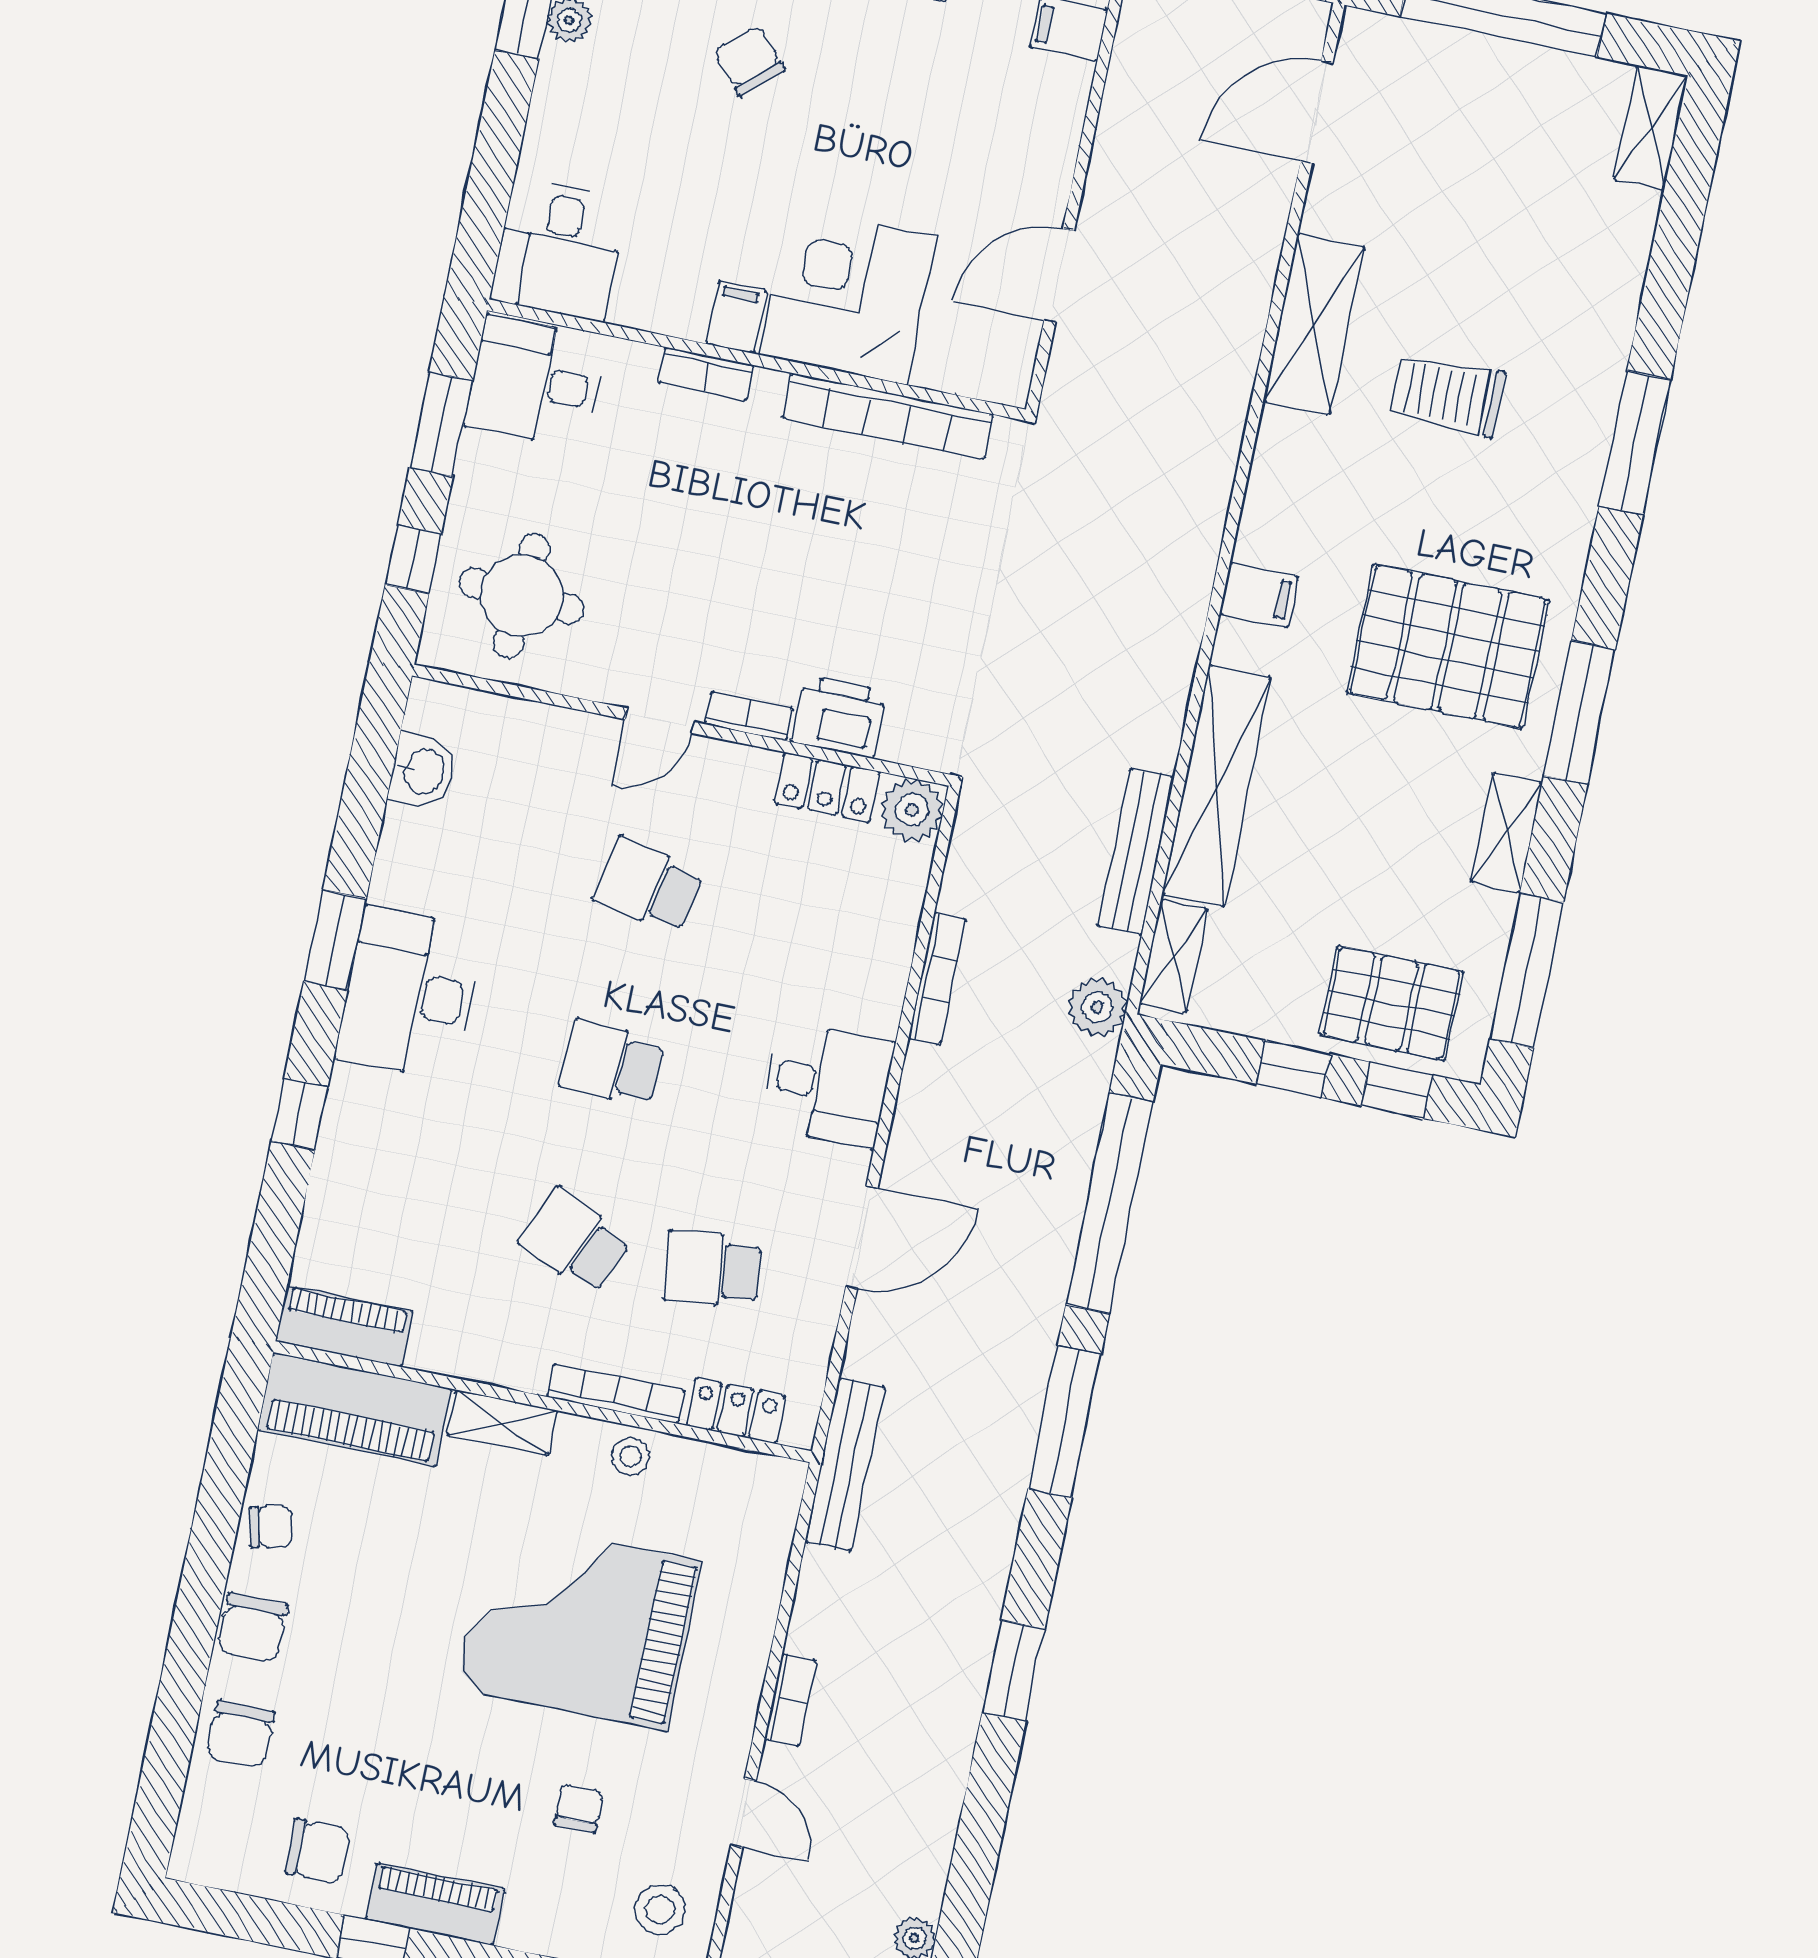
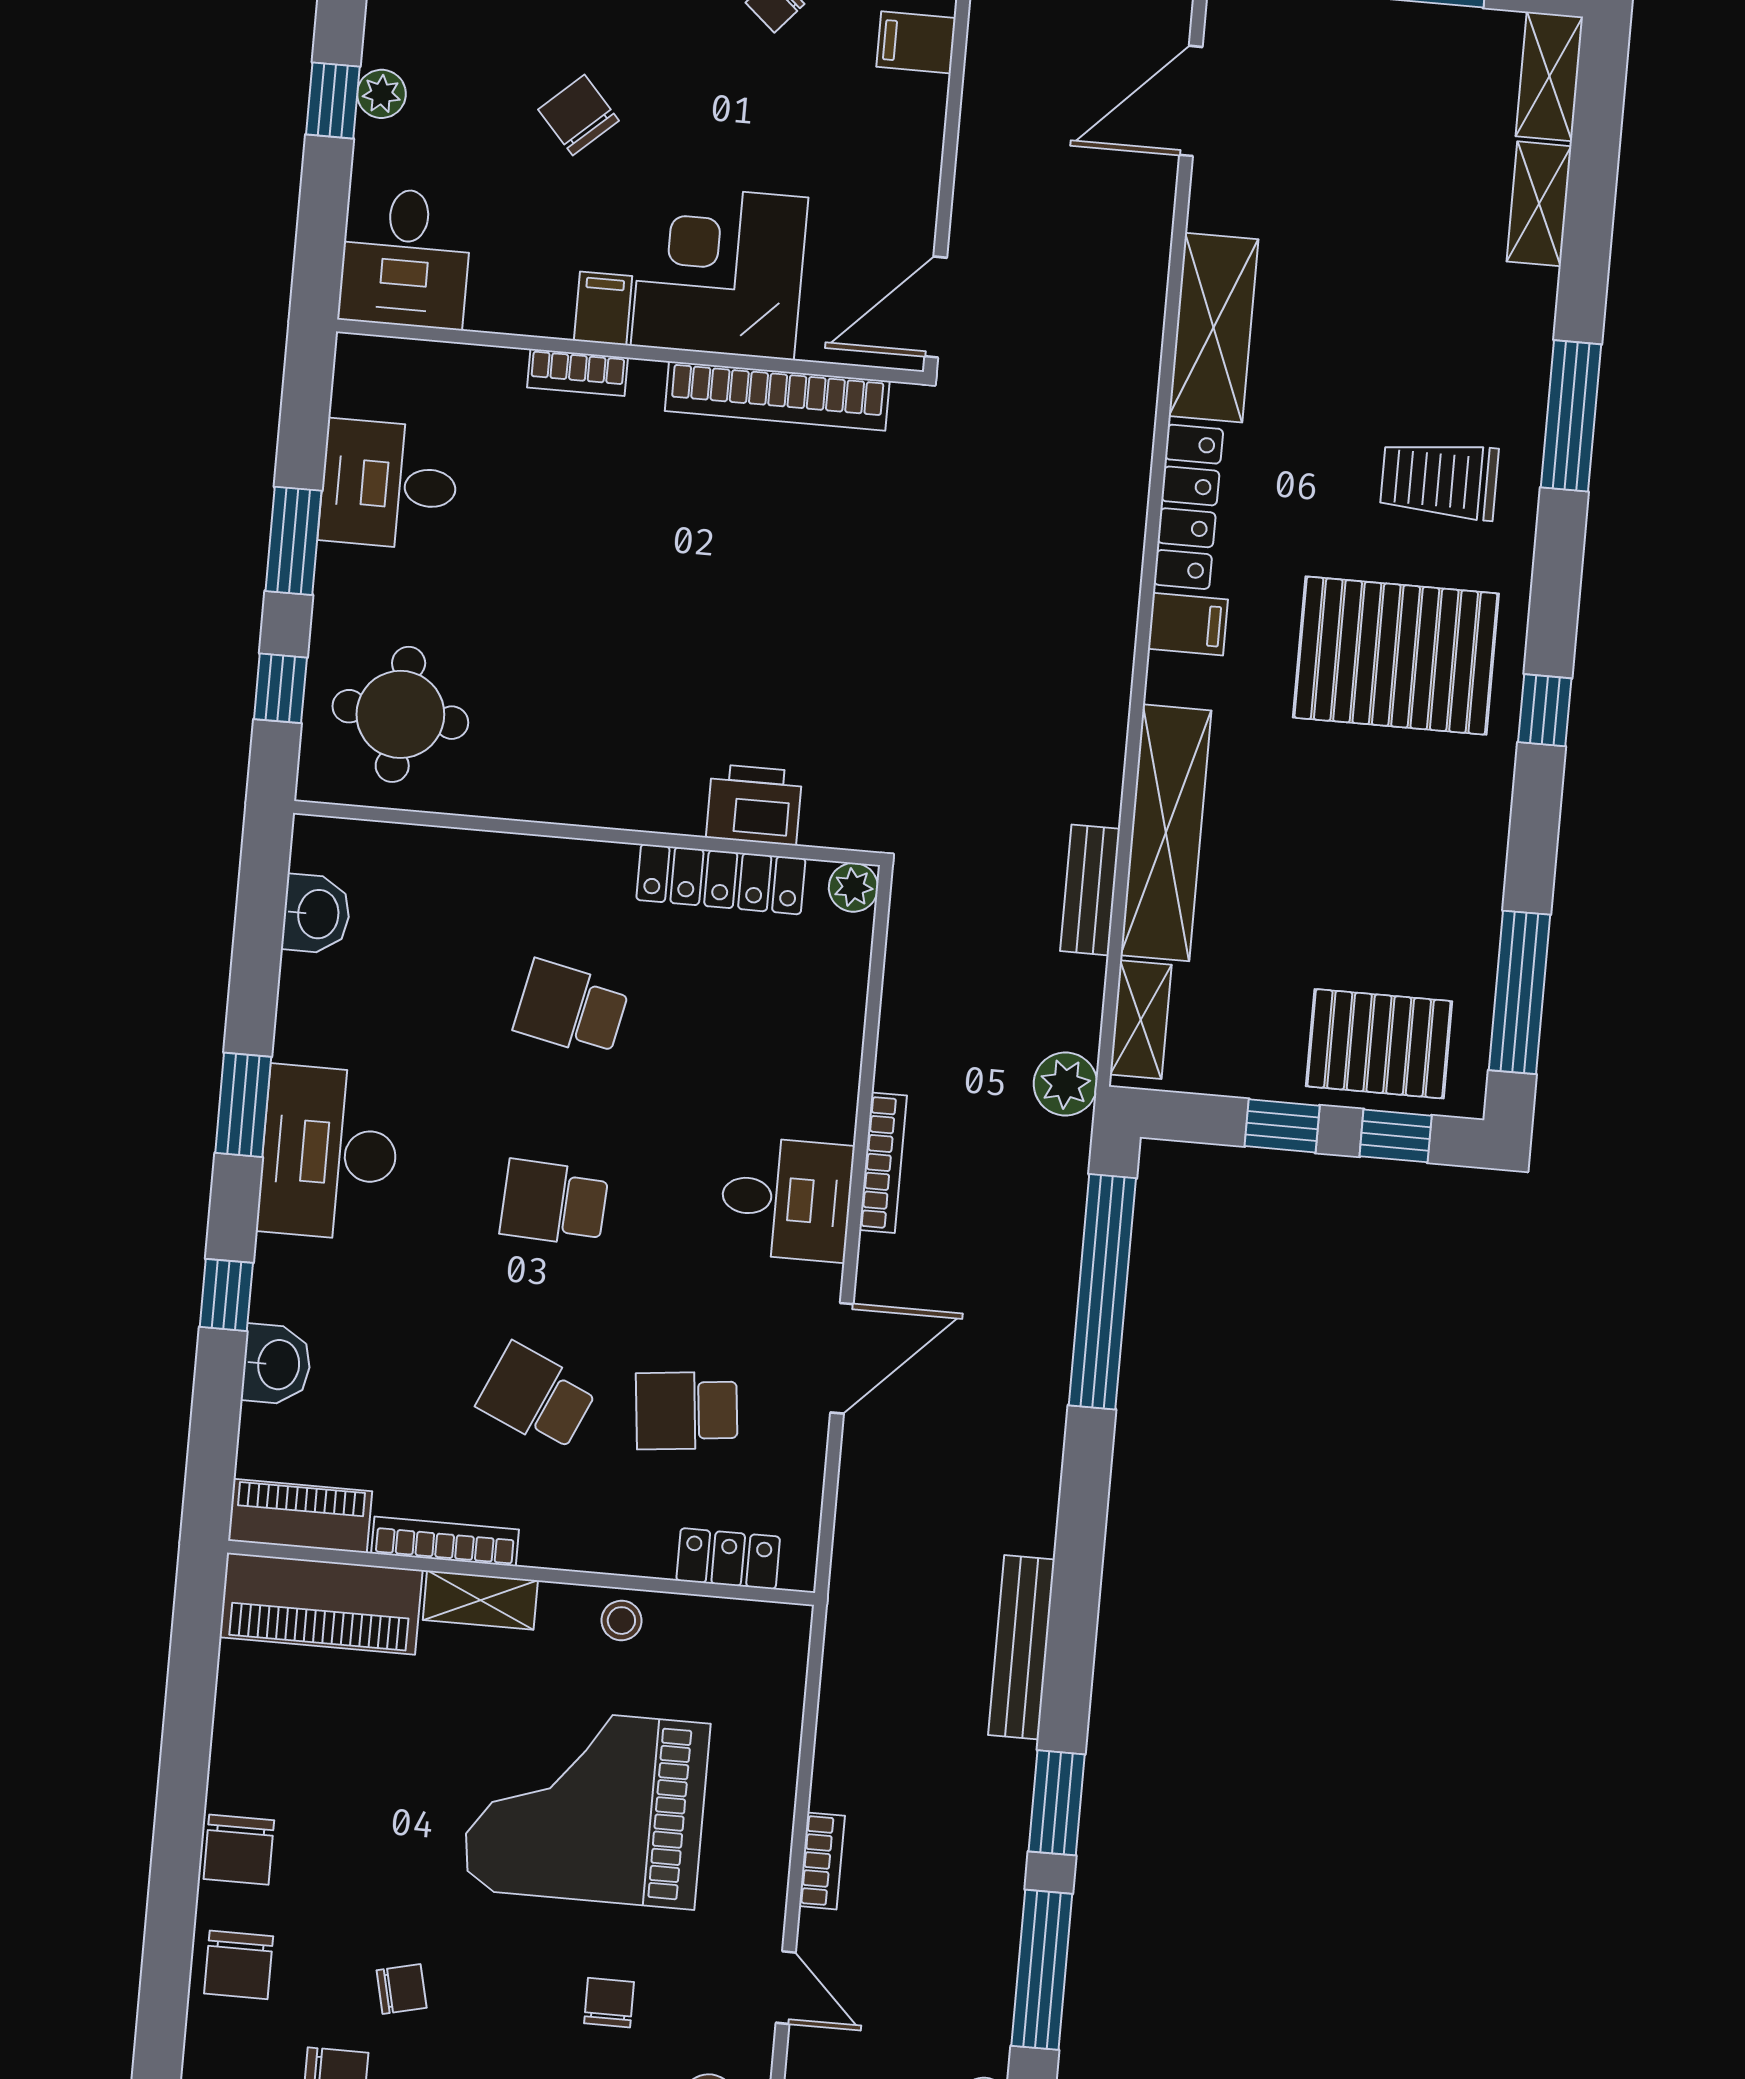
desk: (559, 250) -> (405, 258), moved
corner desk: (848, 295) -> (719, 272), moved
filing cabinet: (736, 317) -> (603, 308), moved
wall: (756, 360) -> (630, 352), moved
bookcase: (706, 374) -> (578, 372), moved
trolley: (1447, 395) -> (1439, 480), moved
bookcase: (888, 416) -> (777, 396), moved
locker: (1272, 487) -> (1188, 507), added
window: (1580, 712) -> (1545, 710), width x0.46
bookcase: (749, 716) -> (658, 815), removed
door: (660, 721) -> (563, 831), removed
locker: (827, 787) -> (721, 879), width x1.53
plant: (912, 810) -> (853, 887), width x0.73, depth x0.73
shelving: (1507, 832) -> (1539, 204), moved
bench: (1136, 852) -> (1090, 890), width x0.73
bookcase: (937, 979) -> (883, 1163), moved
washbasin: (339, 1184) -> (277, 1364), added
bookcase: (616, 1394) -> (445, 1541), moved
window: (1065, 1422) -> (1042, 1970), moved
bench: (845, 1465) -> (1021, 1647), moved
chair: (271, 1527) -> (402, 1989), moved

